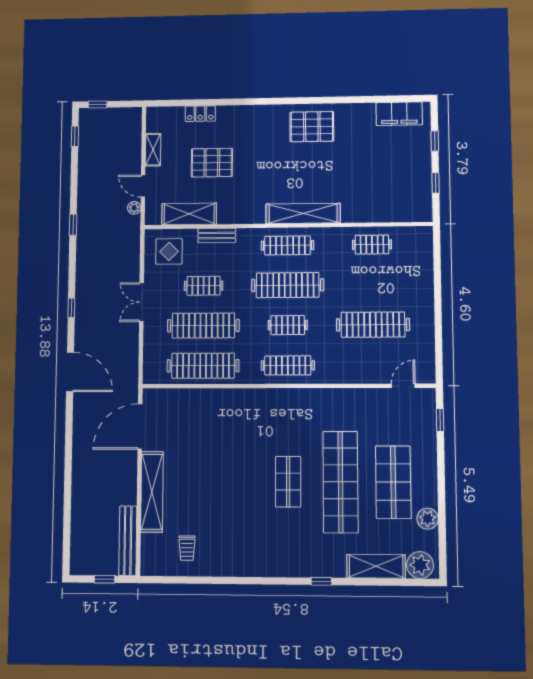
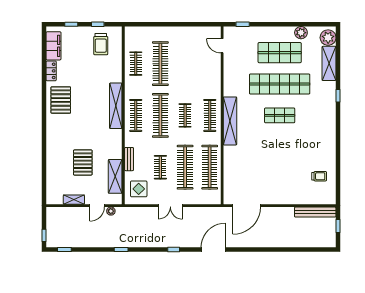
locker: (200, 114) -> (51, 71), moved
trolley: (403, 188) -> (101, 44), added
clothes rail: (373, 325) -> (160, 64), moved
door: (140, 426) -> (247, 206), hinge flipped
shelving: (152, 492) -> (230, 121), moved, turned 90

